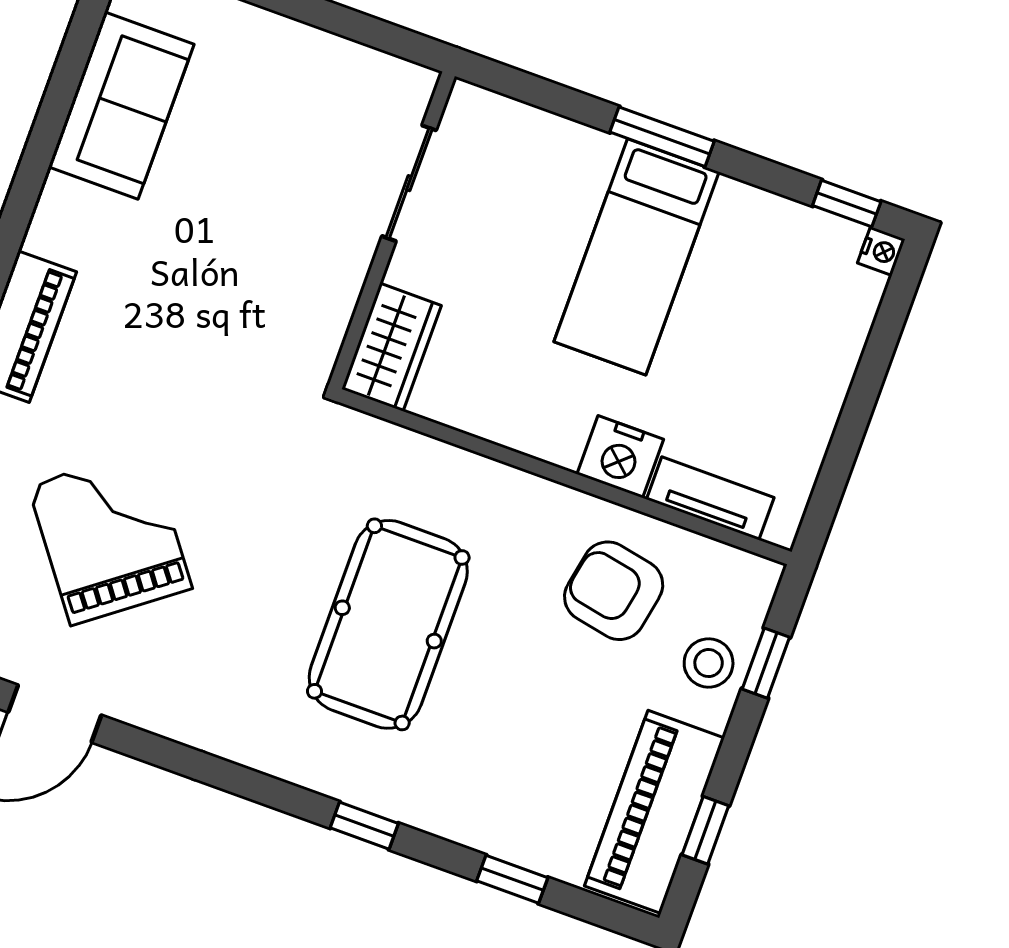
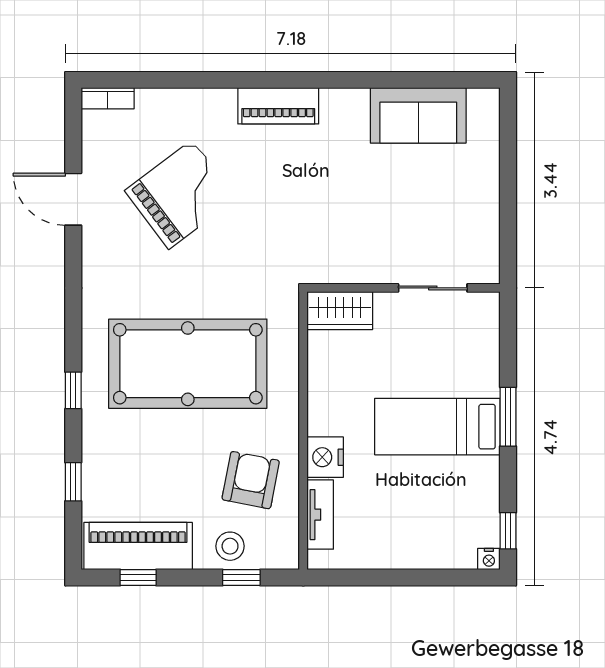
pool table: (388, 624) -> (188, 364), width x1.36, depth x1.32

